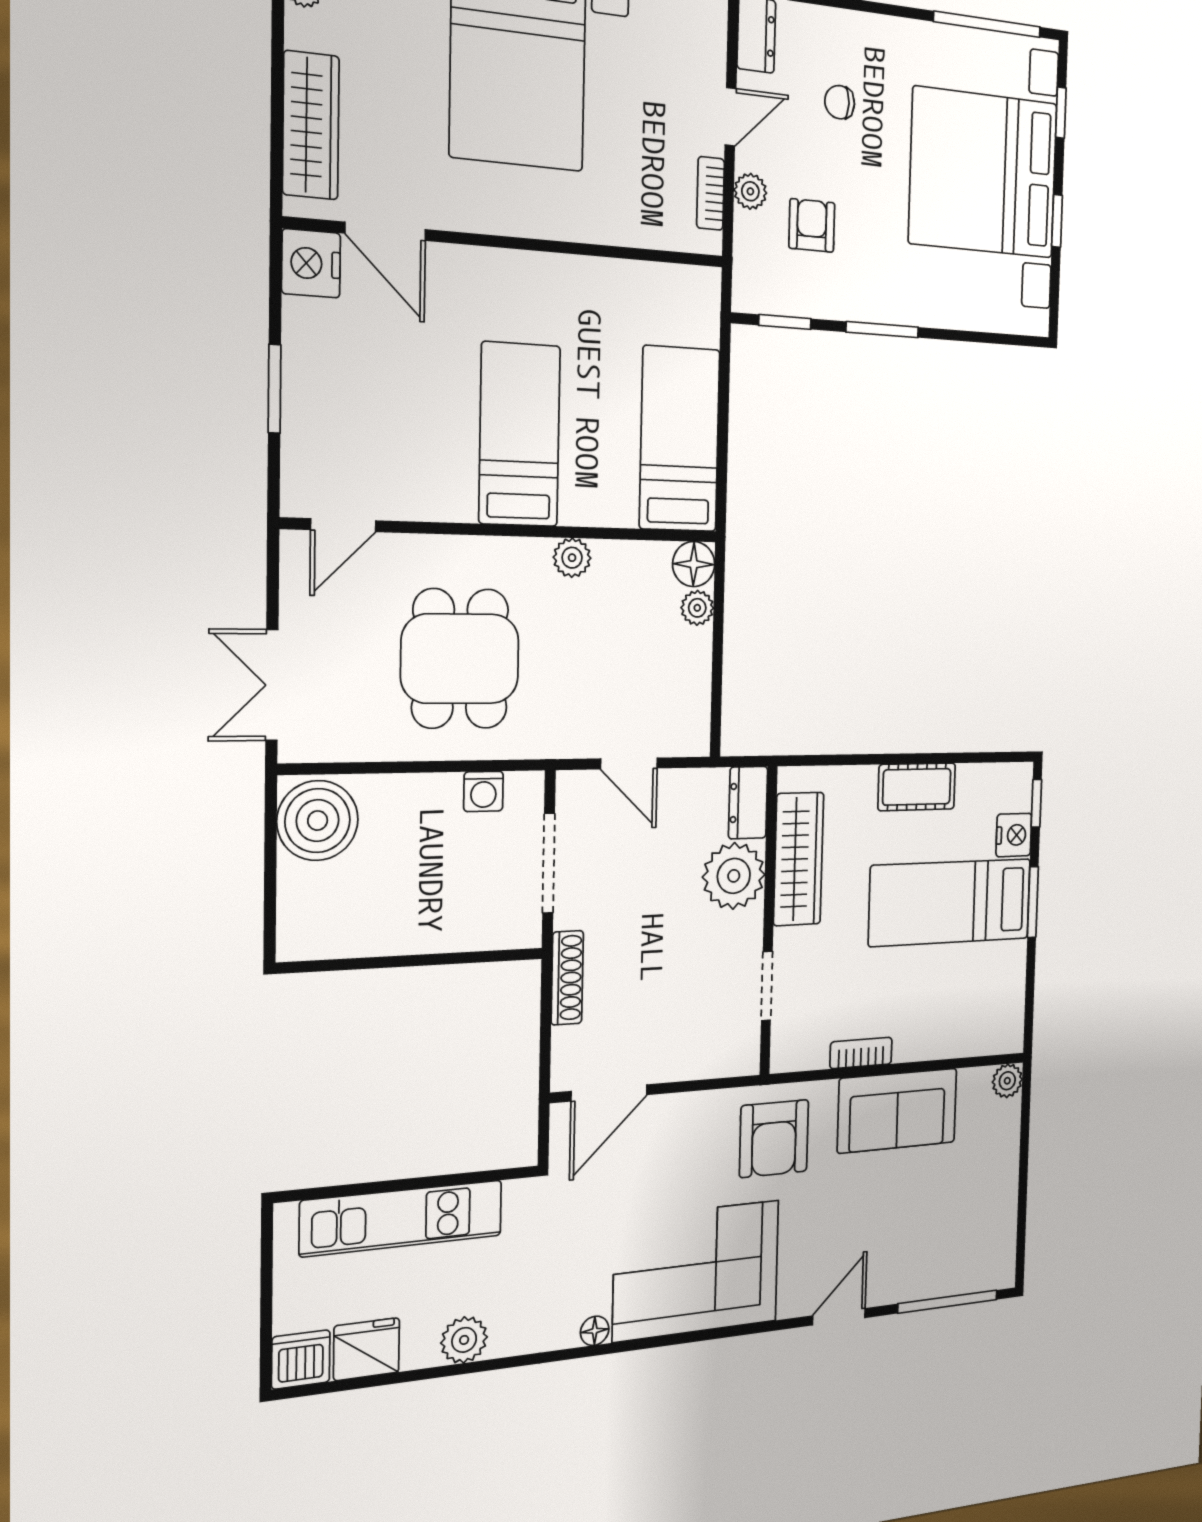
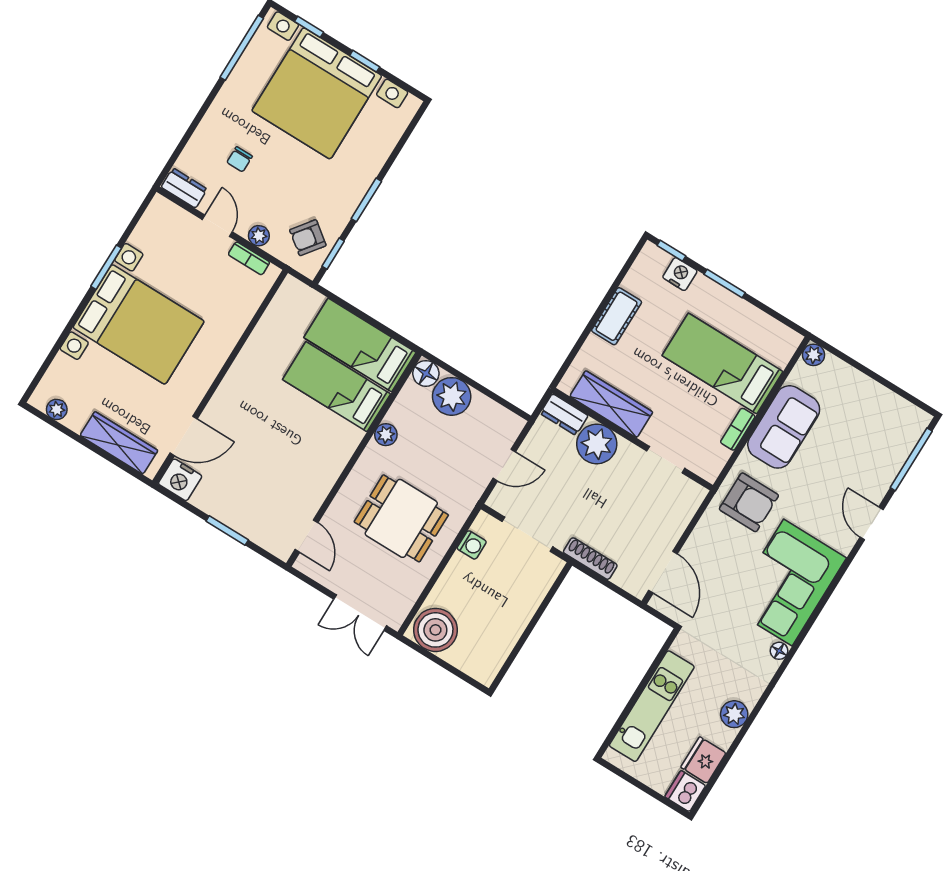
armchair: (812, 225) -> (308, 238), moved, turned -53
bed: (520, 435) -> (337, 387), moved
plant: (697, 608) -> (452, 396), width x1.88, depth x1.88
bed: (950, 902) -> (723, 364), moved, turned 90

